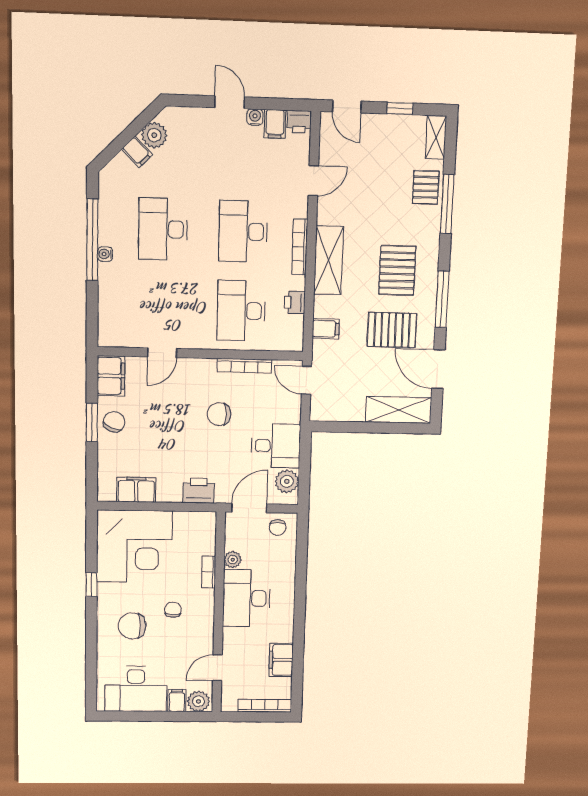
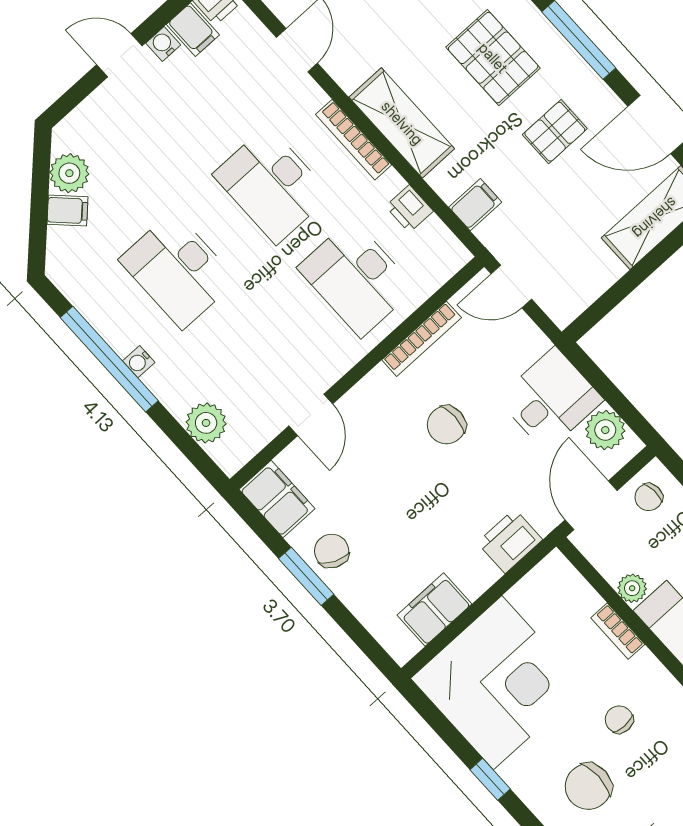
plant: (110, 311) -> (206, 423), added
pallet: (392, 330) -> (555, 132), width x0.67, depth x0.71
chair: (278, 528) -> (649, 497), turned 86

